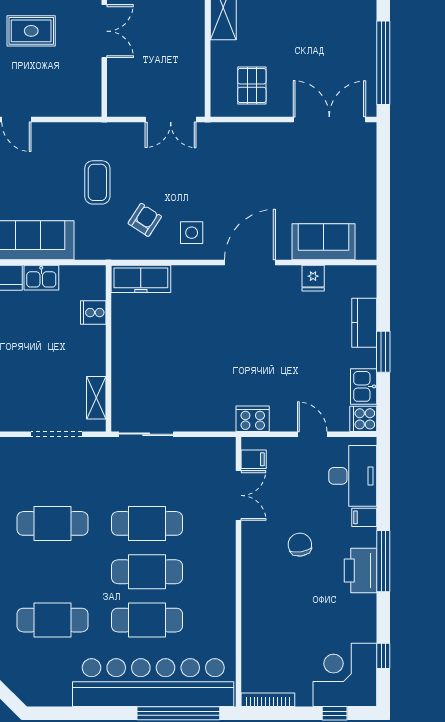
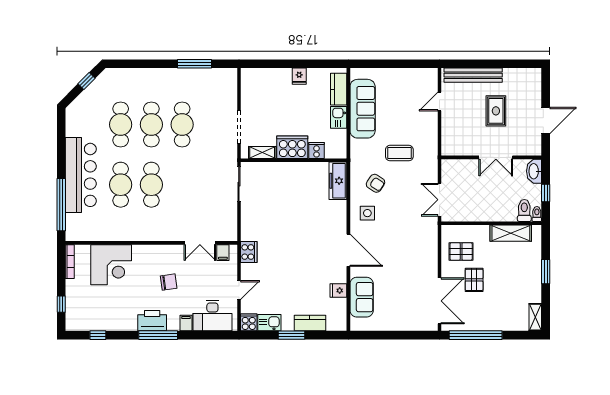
pallet: (296, 65) -> (474, 280), added
cooker: (88, 350) -> (292, 147), added
cafe table: (147, 523) -> (151, 125), moved
corner desk: (345, 675) -> (111, 265), moved, turned 90
bar counter: (153, 683) -> (81, 175), width x0.73

